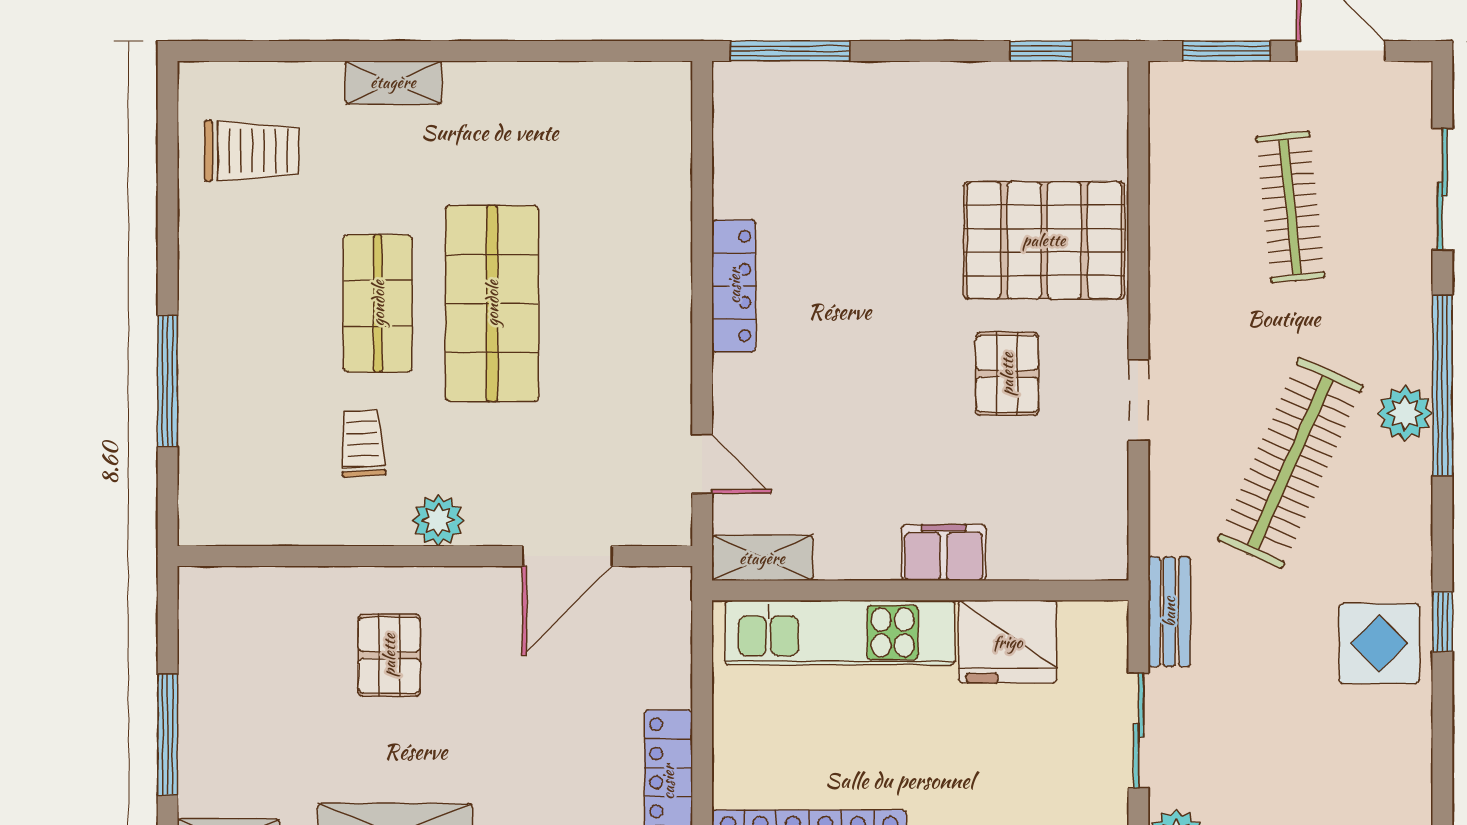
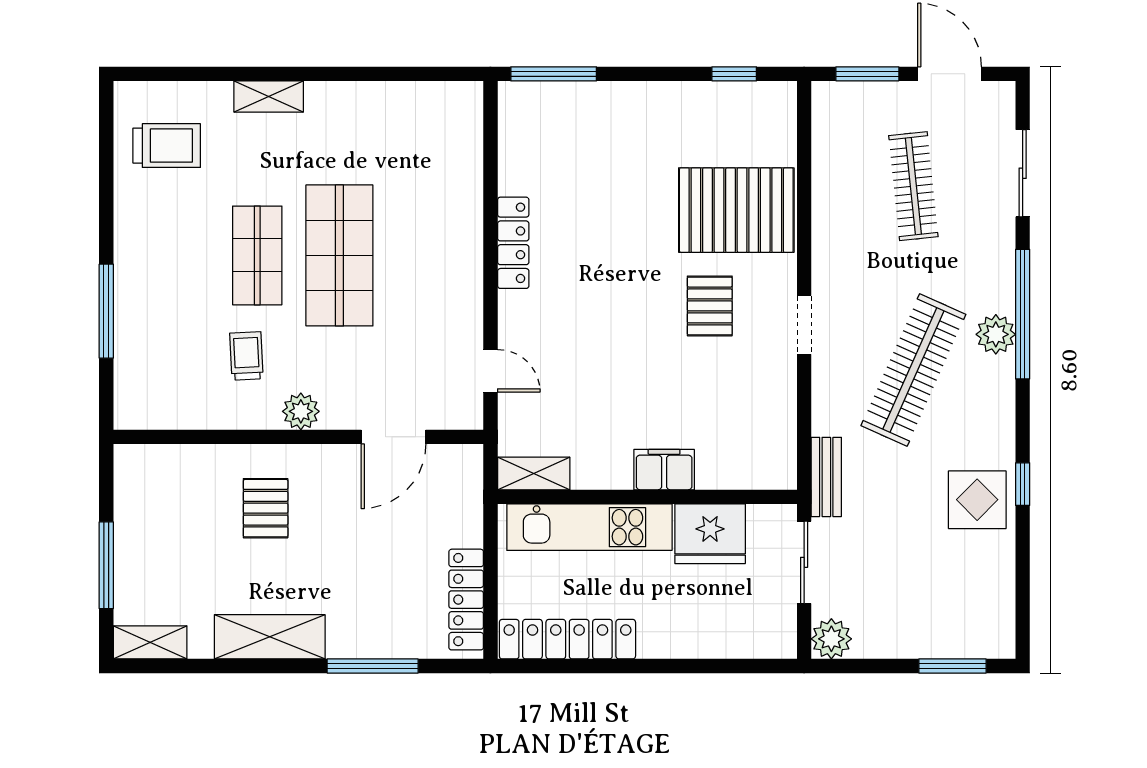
filing cabinet: (944, 552) -> (664, 470), moved
shelving: (762, 558) -> (534, 473), moved
wall: (920, 590) -> (647, 497), moved
kitchen unit: (840, 633) -> (589, 527), moved
fridge: (1008, 642) -> (710, 534), moved

